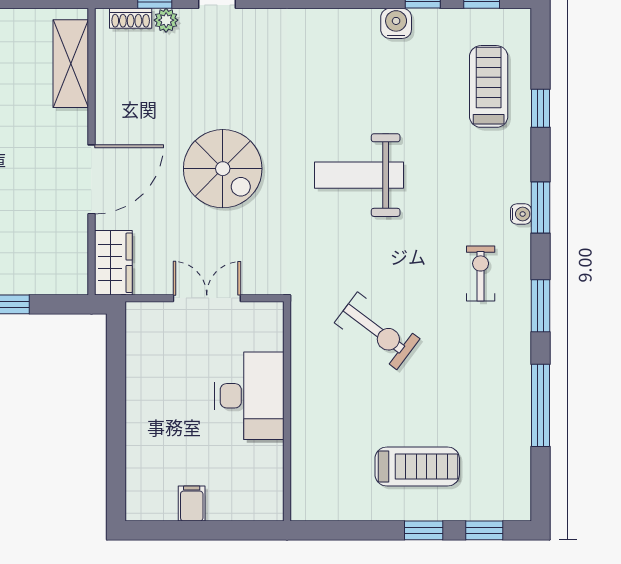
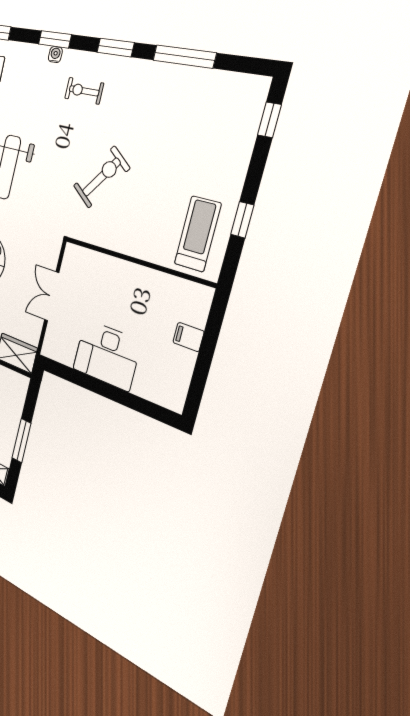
desk: (249, 396) -> (107, 355), moved, turned 180
treadmill: (417, 467) -> (198, 234), moved
filing cabinet: (192, 504) -> (188, 337), moved
window: (424, 530) -> (242, 220), moved

